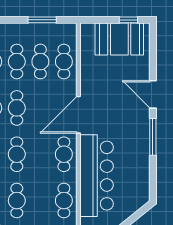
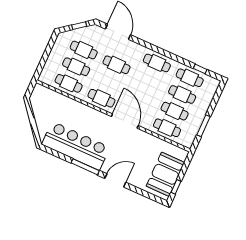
cafe table: (17, 108) -> (76, 67), moved
bar counter: (96, 176) -> (76, 146), moved, turned 180

